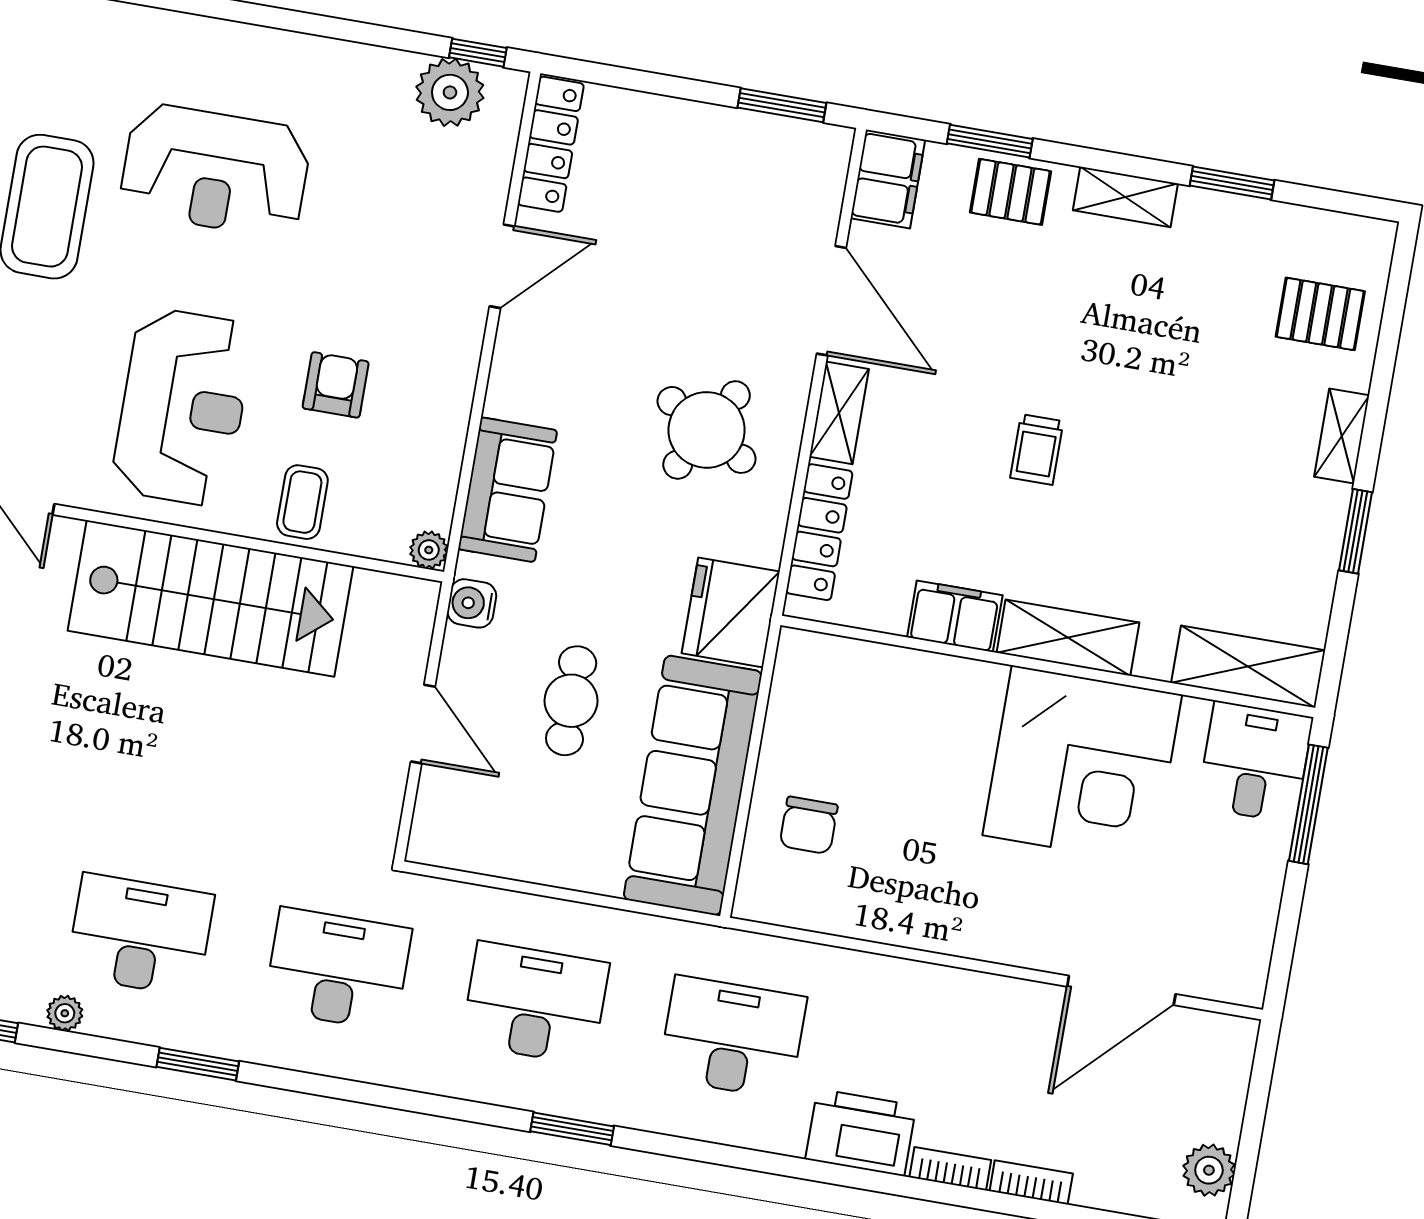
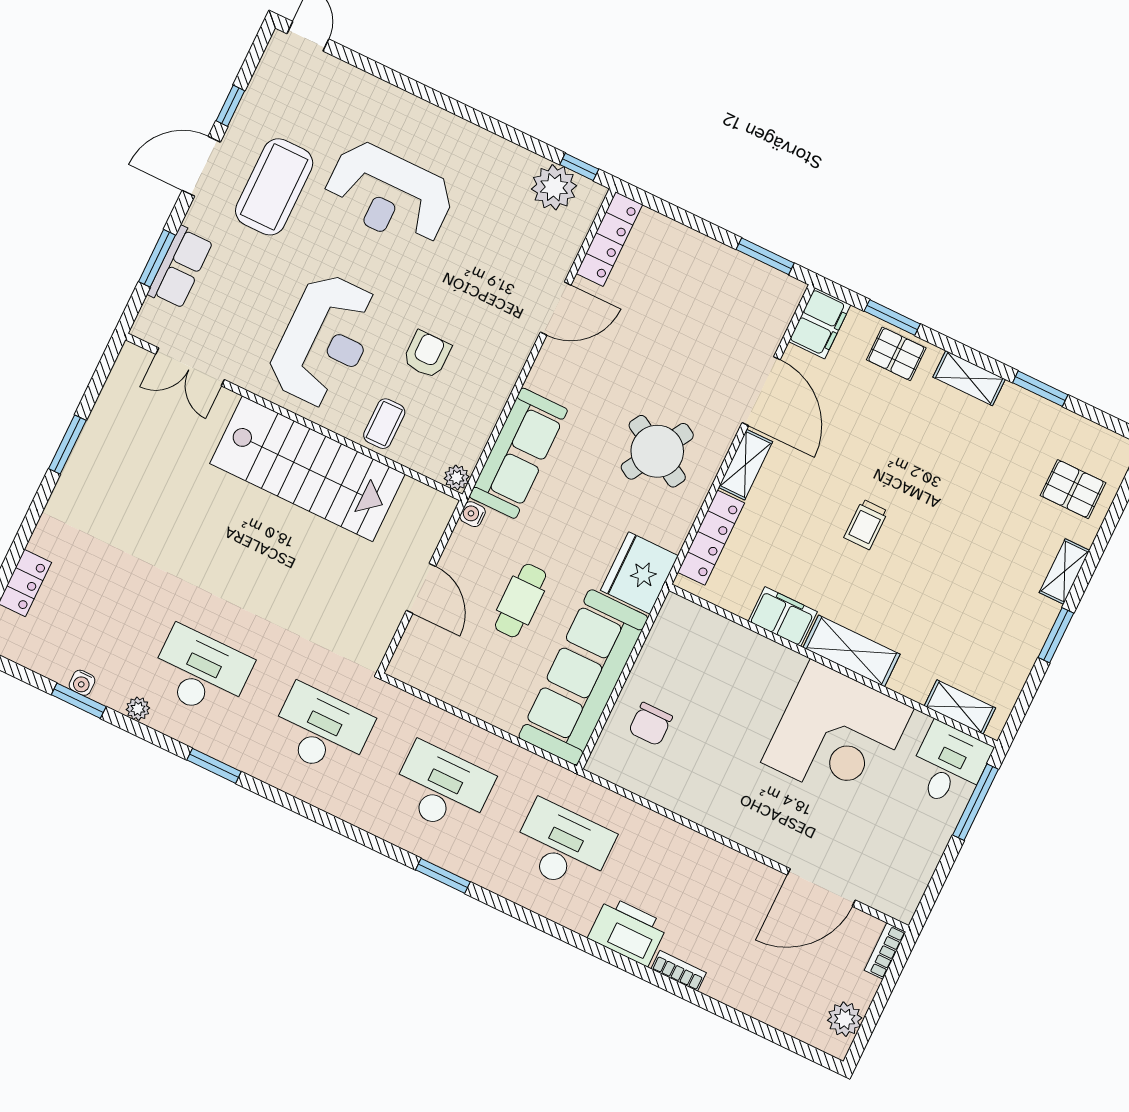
sofa: (508, 490) -> (518, 453), width x1.36
water cooler: (472, 603) -> (473, 514), width x0.72, depth x0.72
shelving: (1248, 667) -> (960, 707), width x0.67, depth x0.75
bookcase: (1031, 1182) -> (885, 951), moved, turned -90

